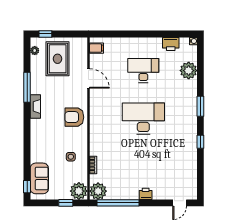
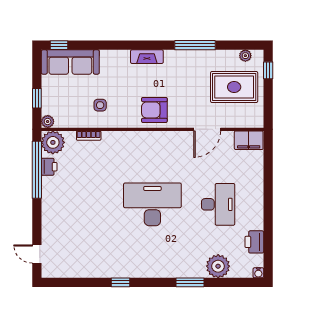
filing cabinet: (96, 48) -> (249, 140), width x2.00
fireplace: (35, 106) -> (147, 57), moved
window: (200, 106) -> (190, 282), moved
armchair: (74, 117) -> (154, 110), turned -90
desk: (143, 118) -> (152, 204), turned -90
sofa: (39, 178) -> (70, 62), width x1.36
plant: (79, 191) -> (48, 122), width x0.53, depth x0.53
printer: (146, 194) -> (49, 167), moved

